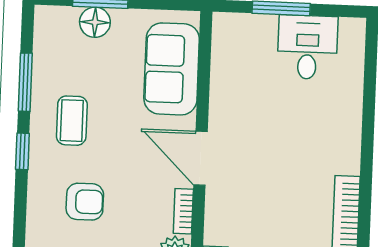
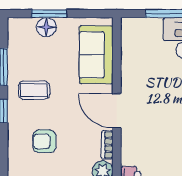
coffee table: (72, 121) -> (34, 90), turned 90
armchair: (85, 202) -> (44, 141), turned 180

